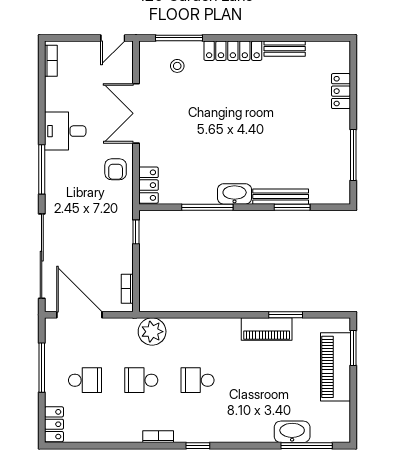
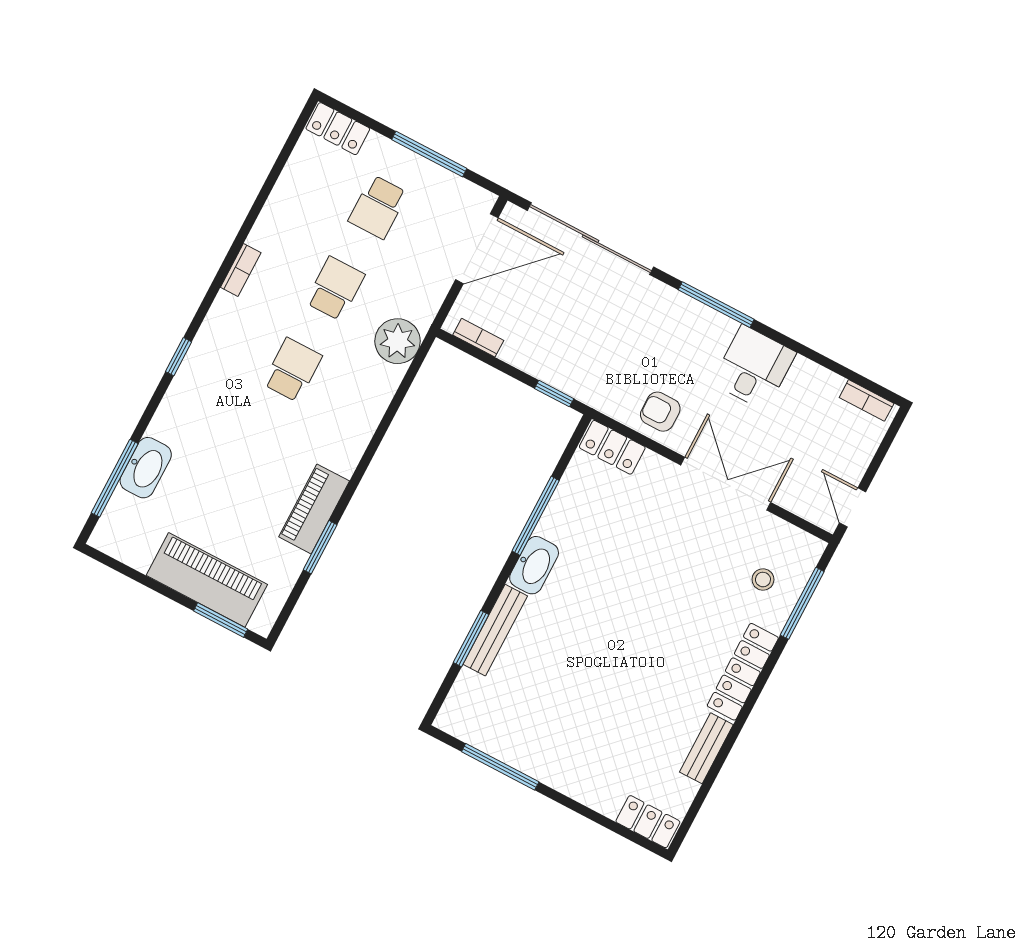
locker: (341, 91) -> (648, 822), moved
window: (198, 446) -> (179, 357), moved

